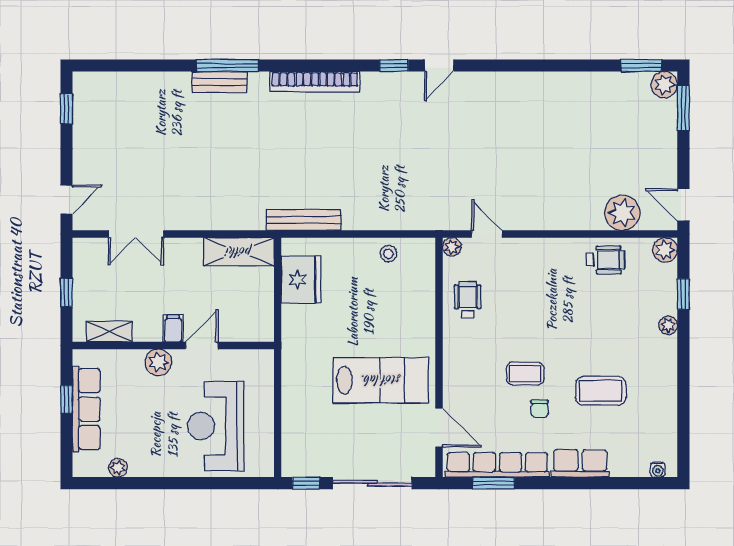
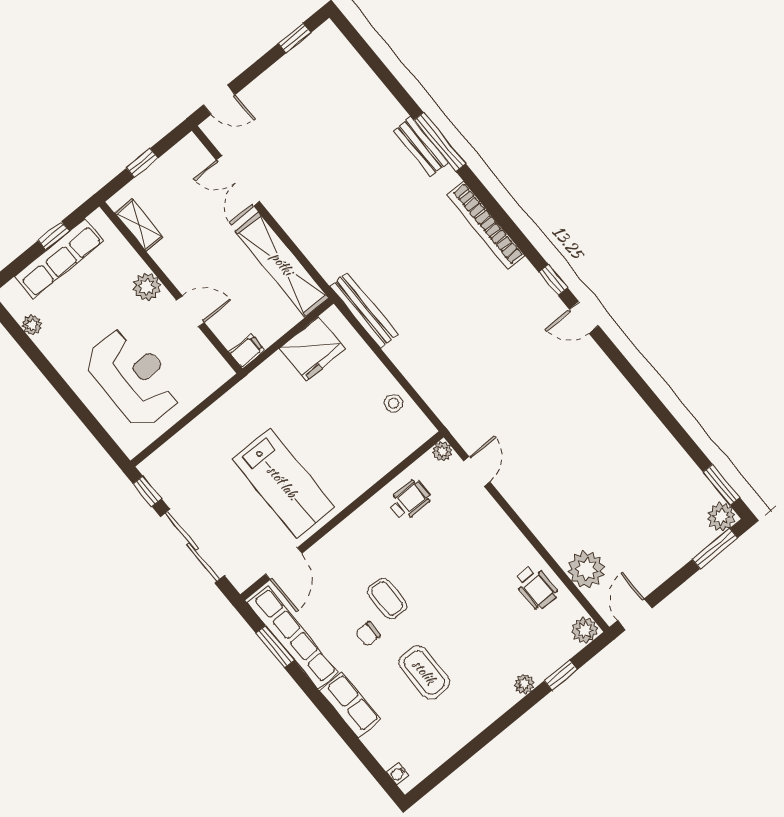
shelving: (239, 252) -> (282, 264), width x1.47
filing cabinet: (173, 328) -> (247, 351), moved
reception desk: (216, 426) -> (133, 377), turned 90

